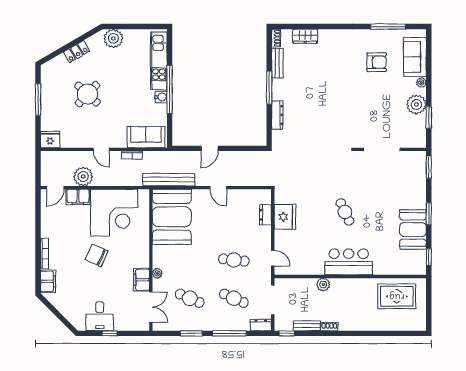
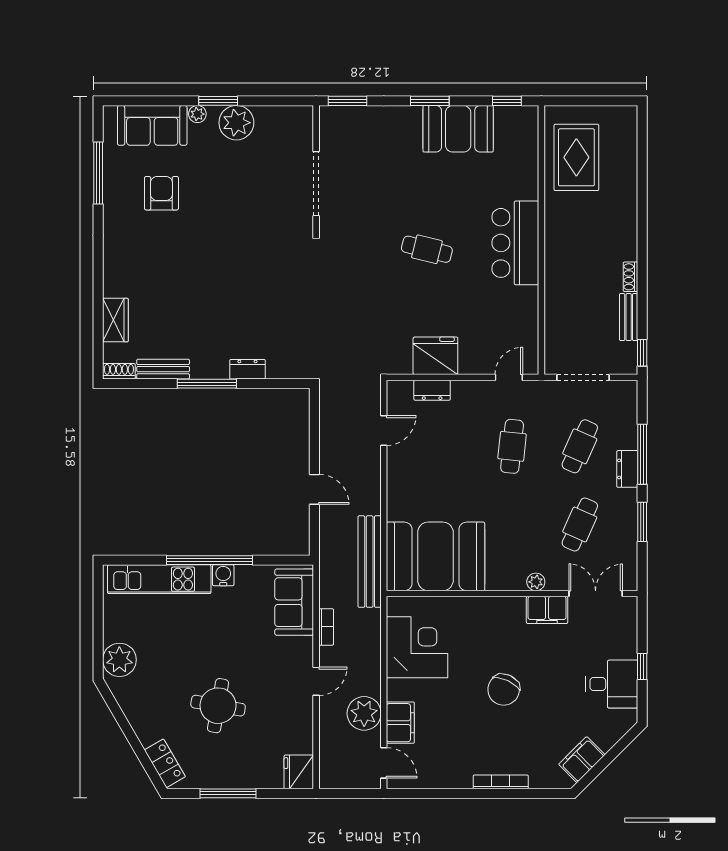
locker: (77, 52) -> (165, 763), moved
round table: (88, 94) -> (218, 706), turned -33
dresser: (277, 115) -> (247, 369), width x0.70
window: (429, 118) -> (218, 101), moved
door: (218, 188) -> (384, 431), moved
cafe table: (345, 212) -> (427, 249), turned 39
corner desk: (114, 213) -> (417, 647), width x0.74, depth x0.74
filing cabinet: (48, 281) -> (582, 760), moved, turned -45
plant: (323, 285) -> (556, 288), removed
dresser: (261, 325) -> (627, 469), moved

